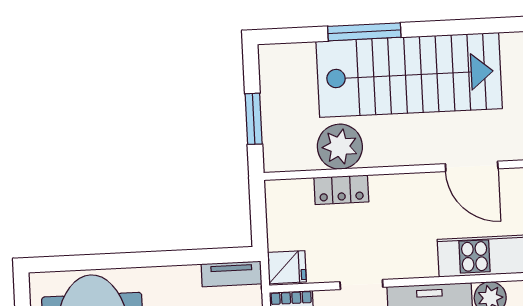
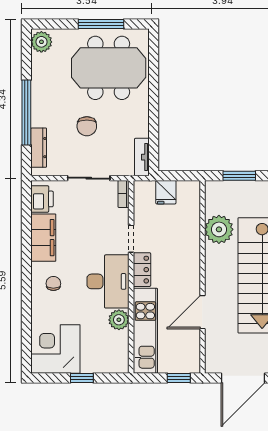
locker: (341, 190) -> (142, 270), moved, turned 180
fridge: (287, 267) -> (166, 192), moved

